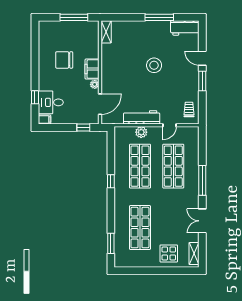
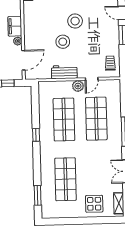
stool: (141, 86) -> (63, 42), added
workbench: (142, 117) -> (64, 72), width x0.73
plant: (141, 132) -> (78, 86), moved

